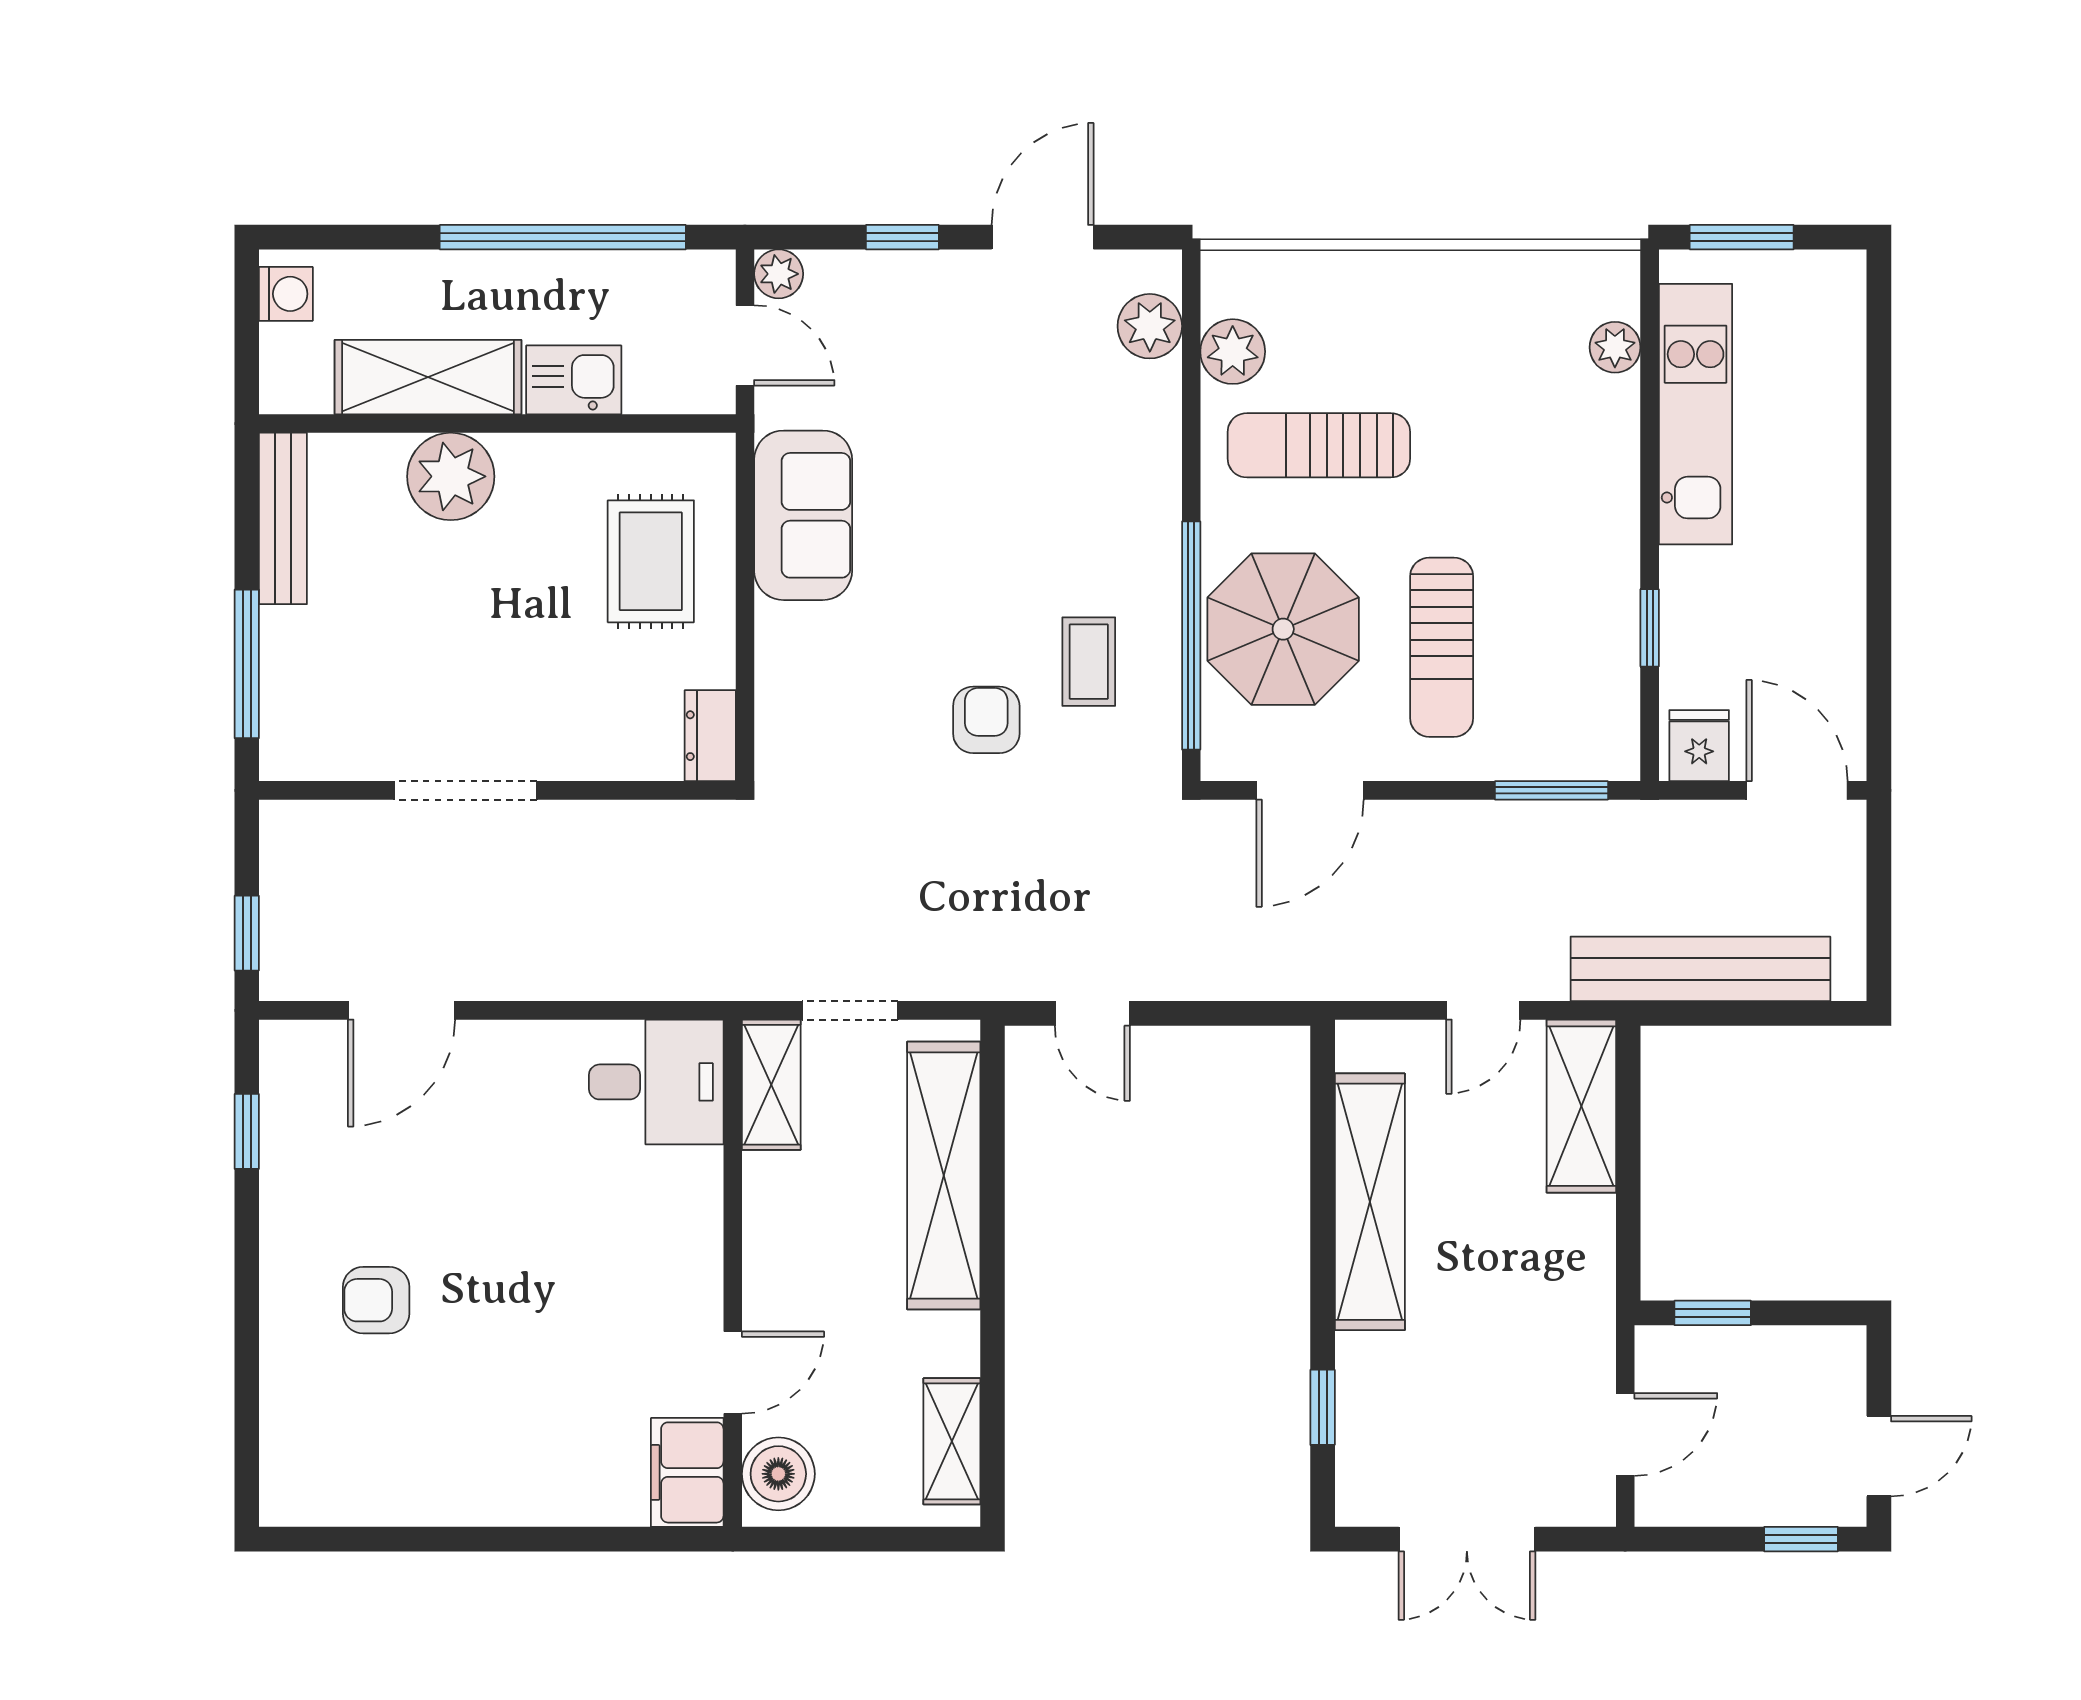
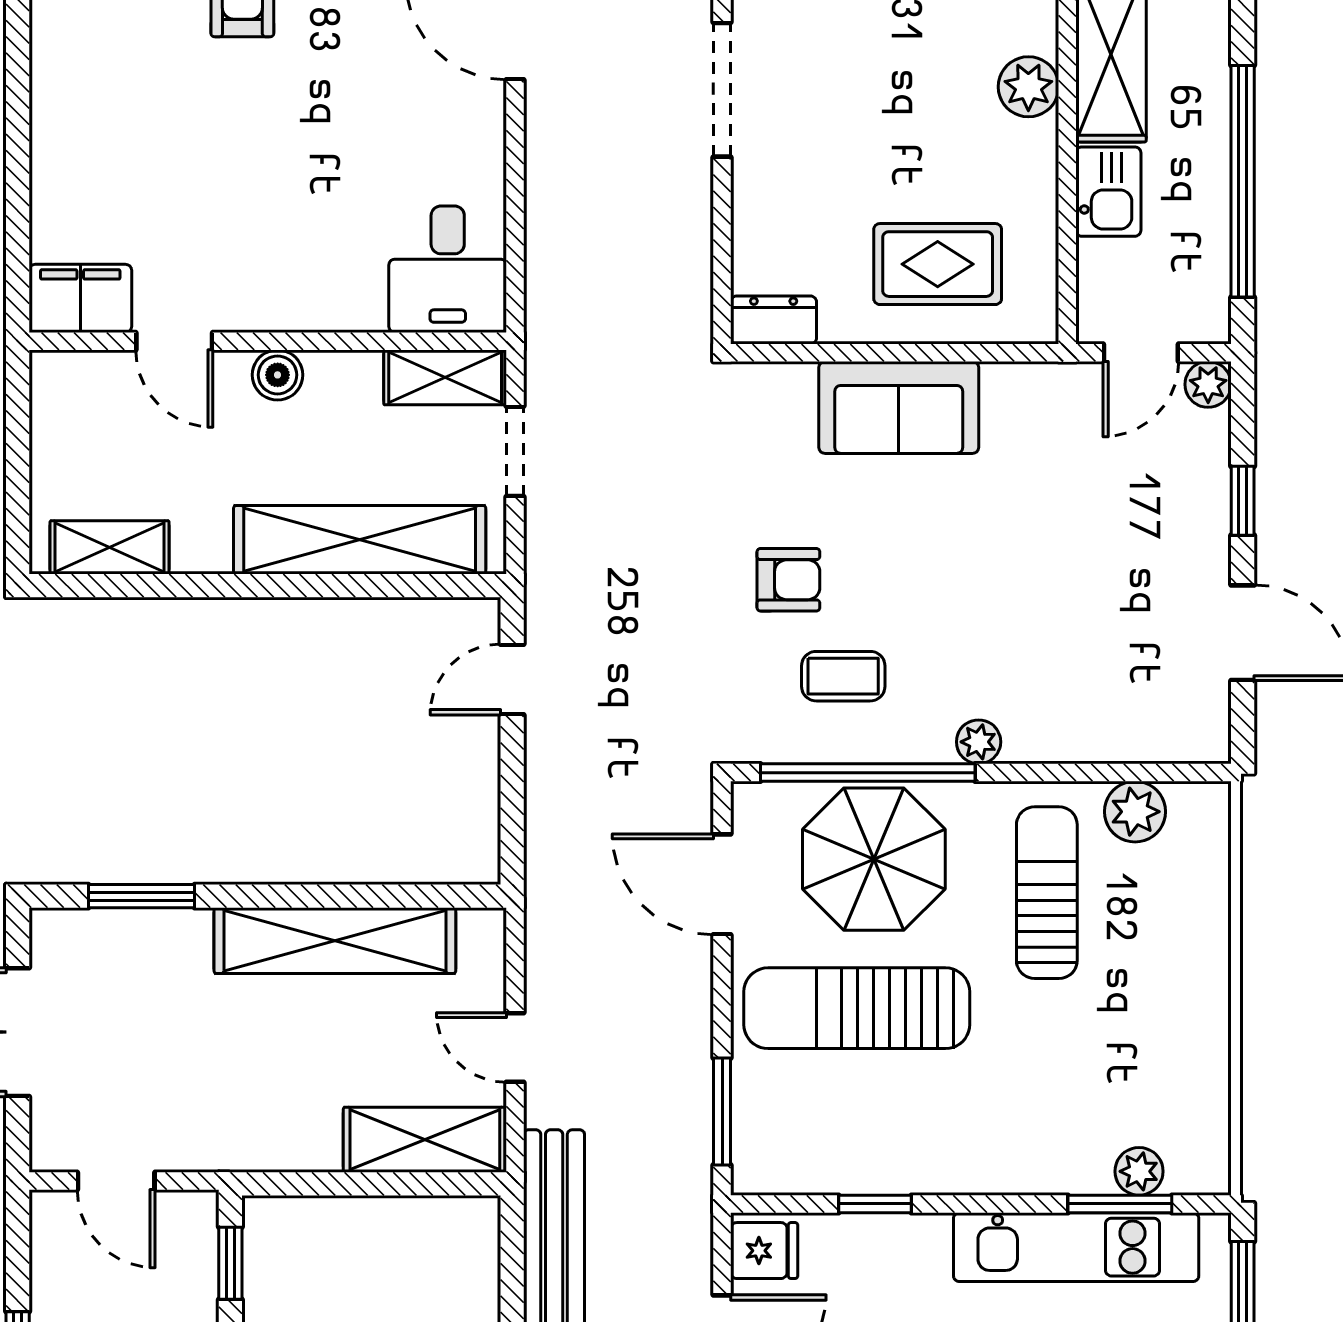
plant: (1150, 326) -> (979, 742), moved, width x0.73, depth x0.73
window: (1650, 368) -> (1120, 1204), added
plant: (451, 476) -> (1028, 87), width x0.73, depth x0.73
sofa: (803, 515) -> (899, 407), moved
sun lounger: (1442, 647) -> (857, 1008), width x1.36, depth x1.34
window: (1323, 1407) -> (142, 896), width x1.50
boiler: (778, 1474) -> (278, 375), moved, width x0.73, depth x0.73

